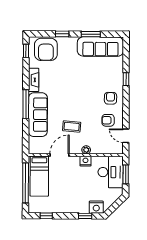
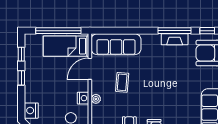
window: (26, 104) -> (174, 31), moved
sofa: (38, 115) -> (116, 44), moved
door: (60, 155) -> (90, 69), swing flipped
window: (85, 216) -> (21, 78), moved

